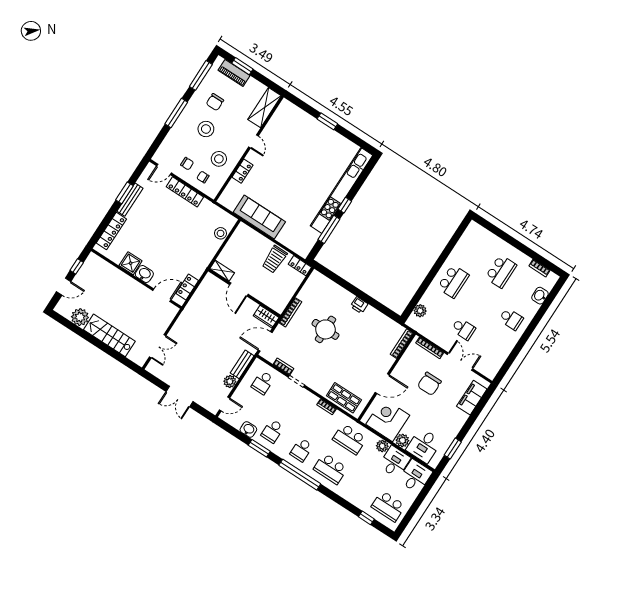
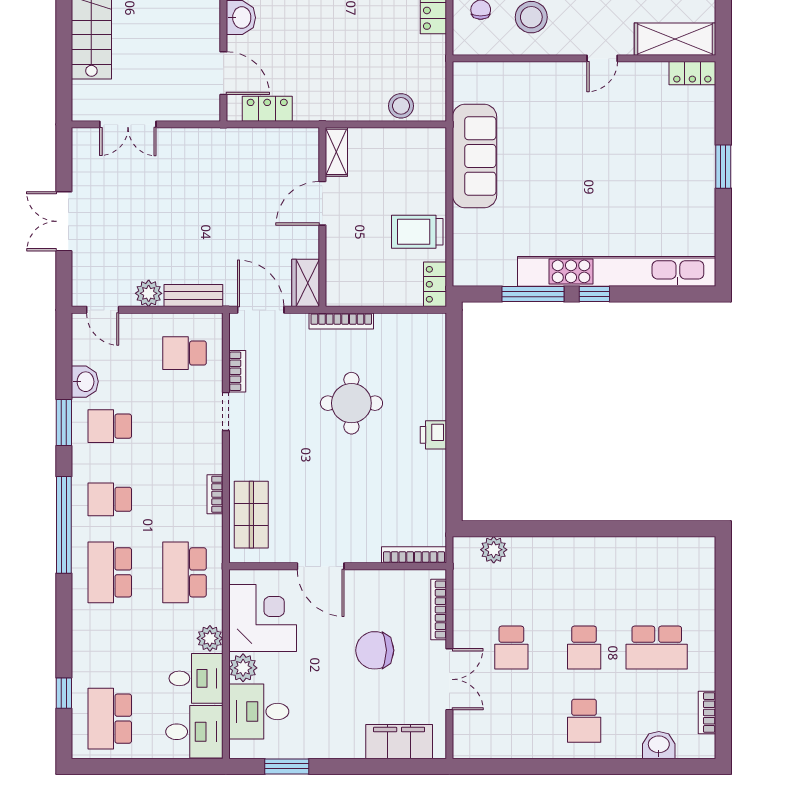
locker: (242, 171) -> (692, 73), moved
school desk: (453, 281) -> (584, 648), moved, width x0.54

